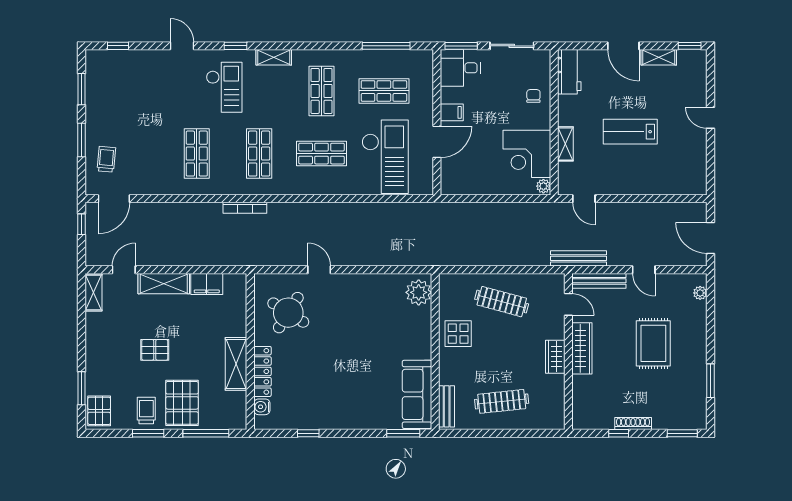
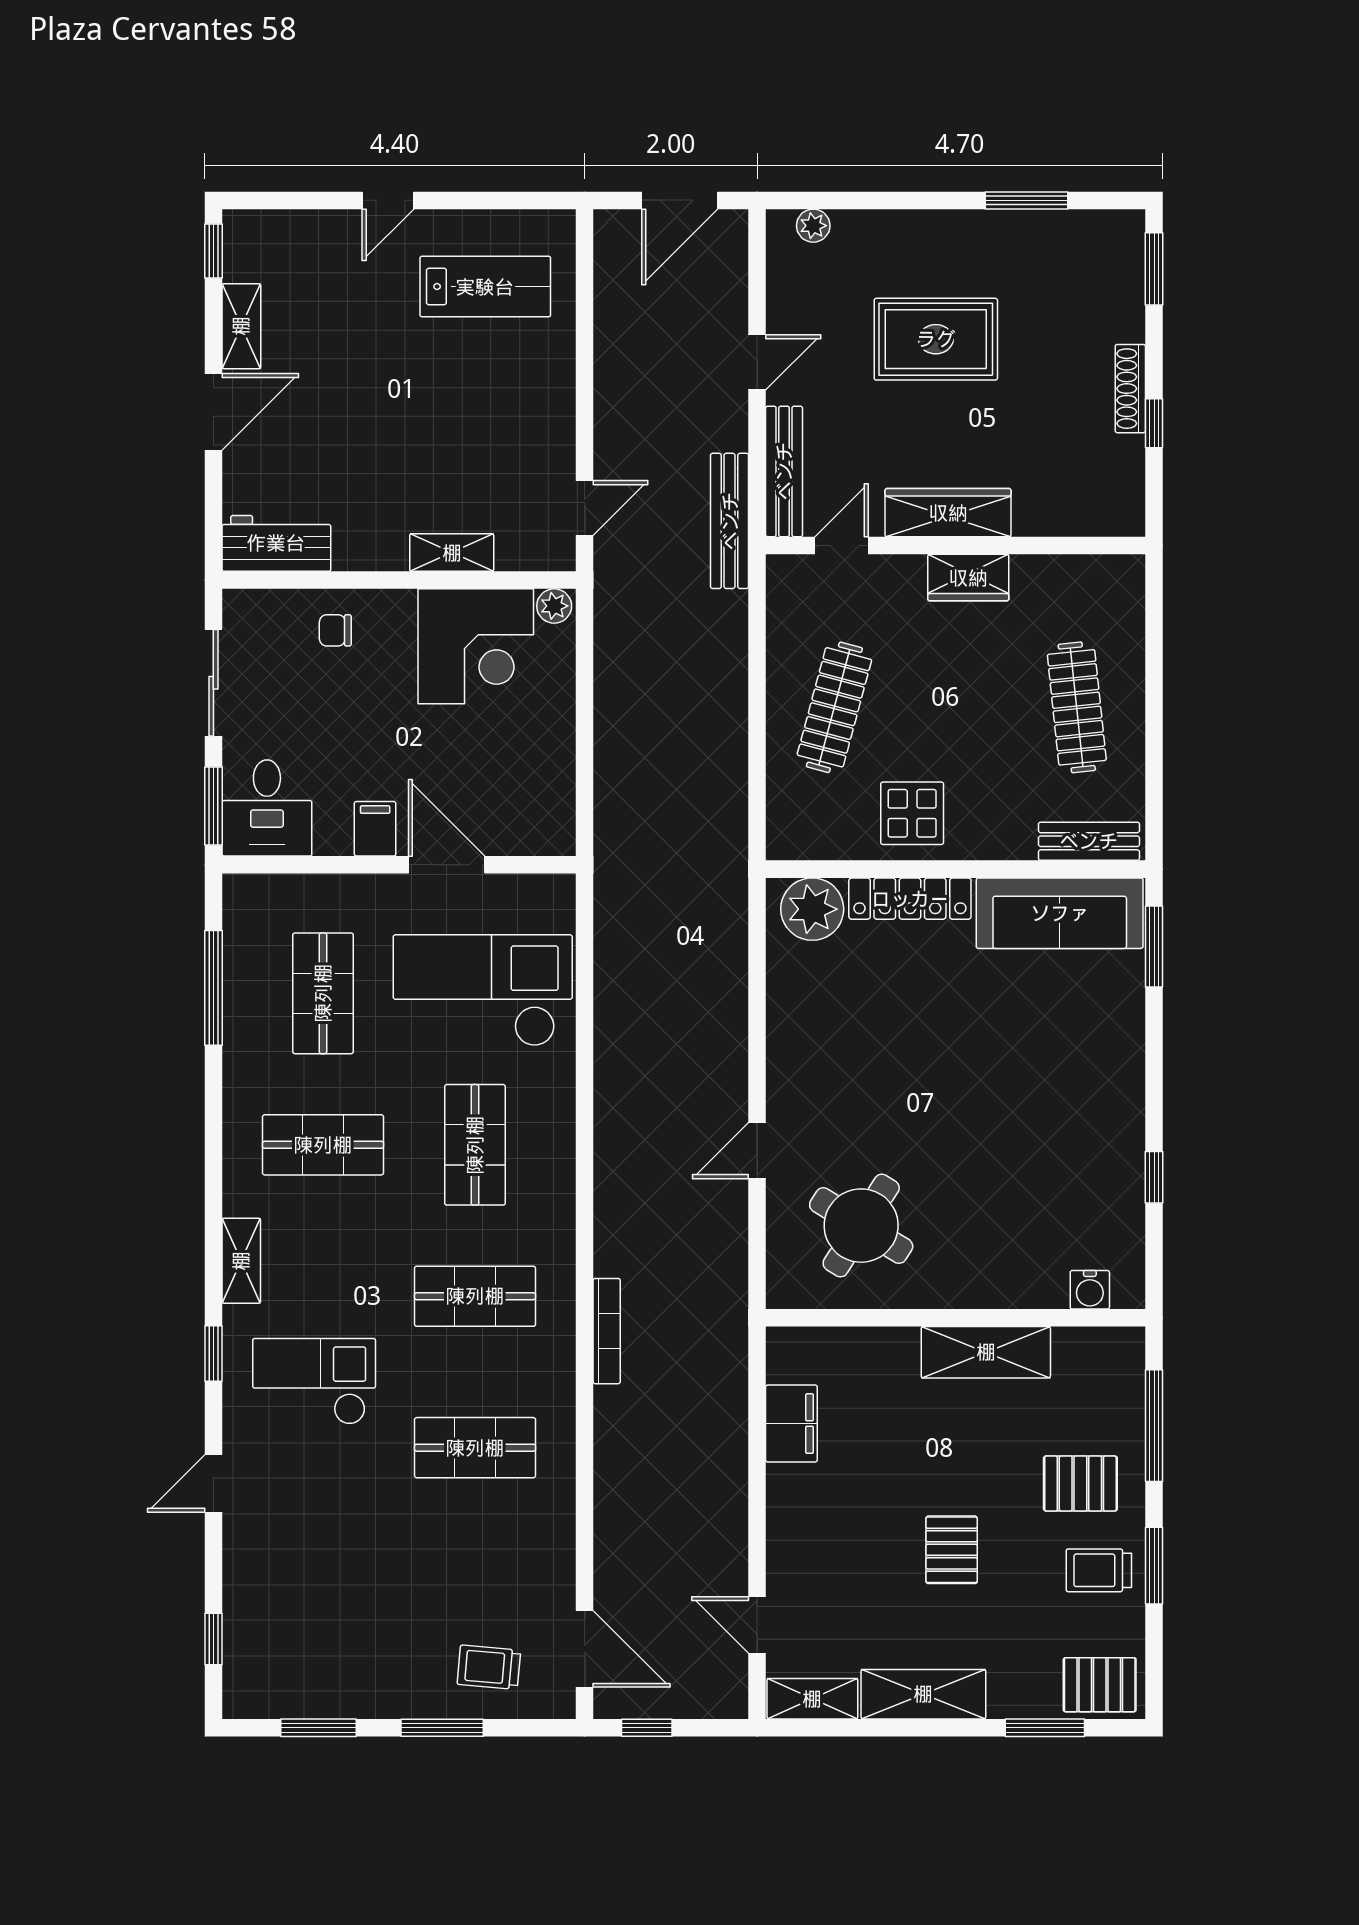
lab bench: (630, 132) -> (485, 287), moved, turned -90
shelving: (164, 284) -> (923, 1694), moved, turned 90
locker: (262, 371) -> (910, 899), moved, turned 180
pallet: (182, 403) -> (1080, 1484), width x0.67, depth x0.71

